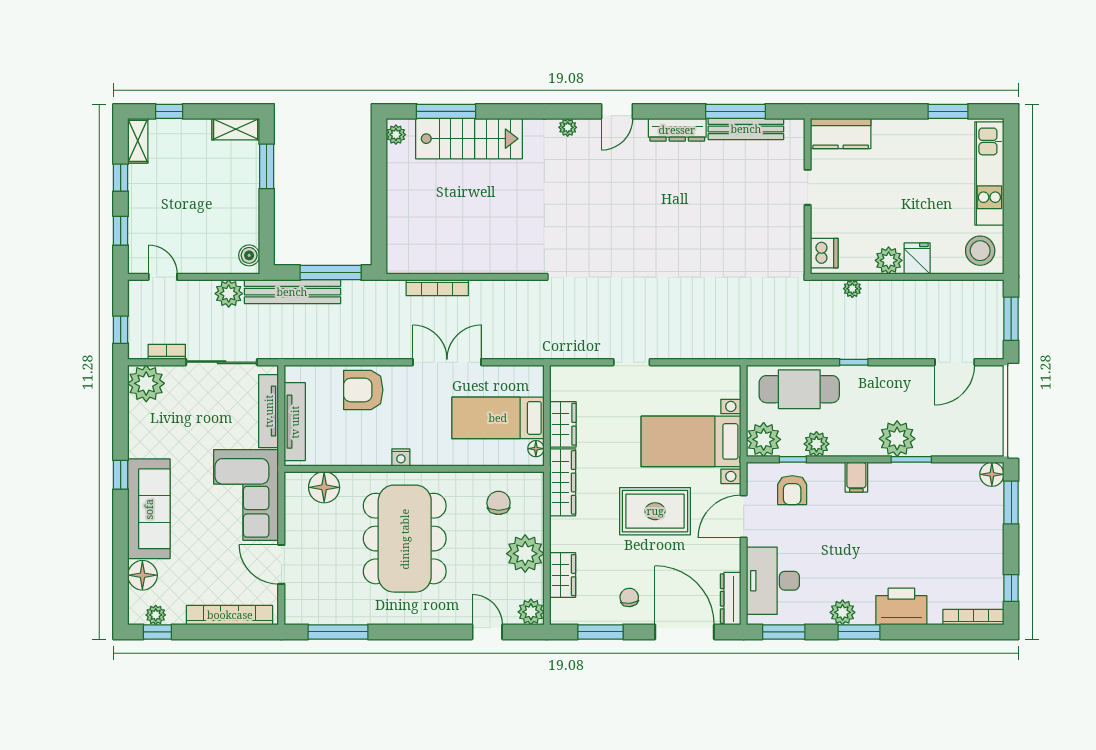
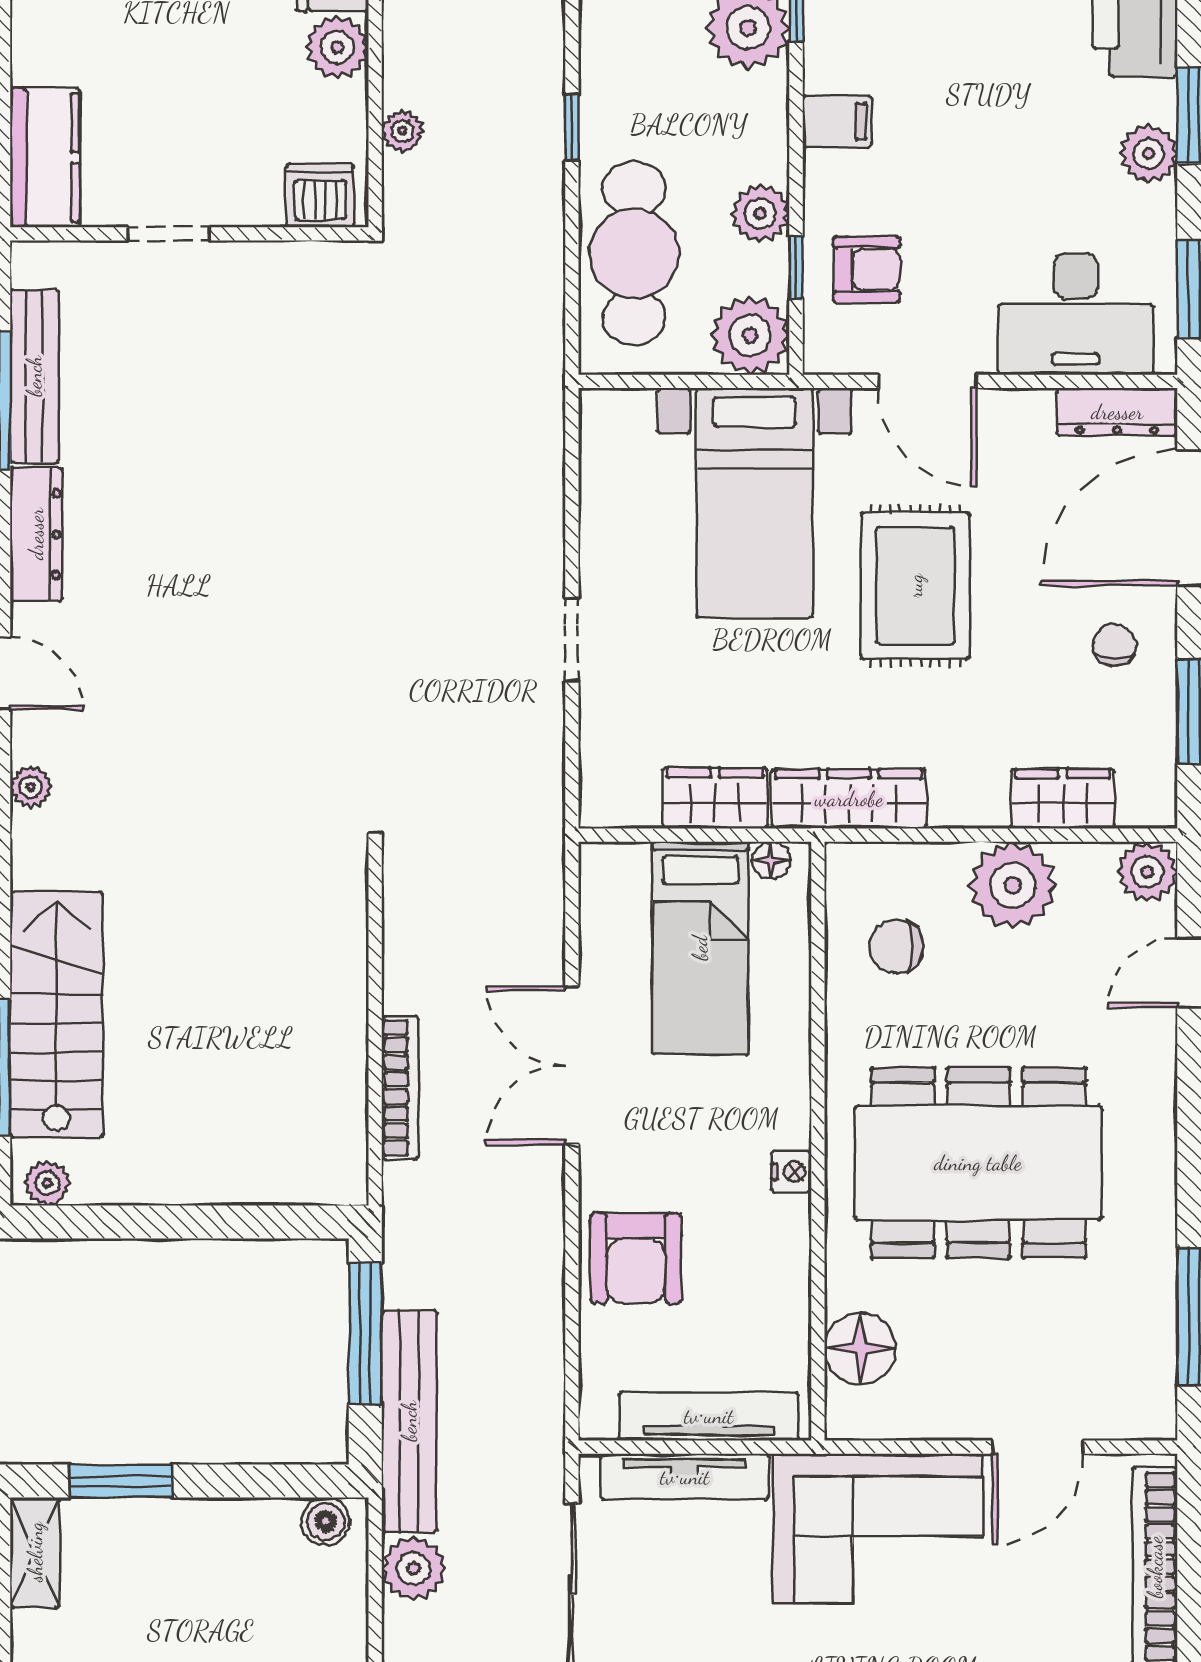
chair: (629, 597) -> (1114, 645), turned 96

